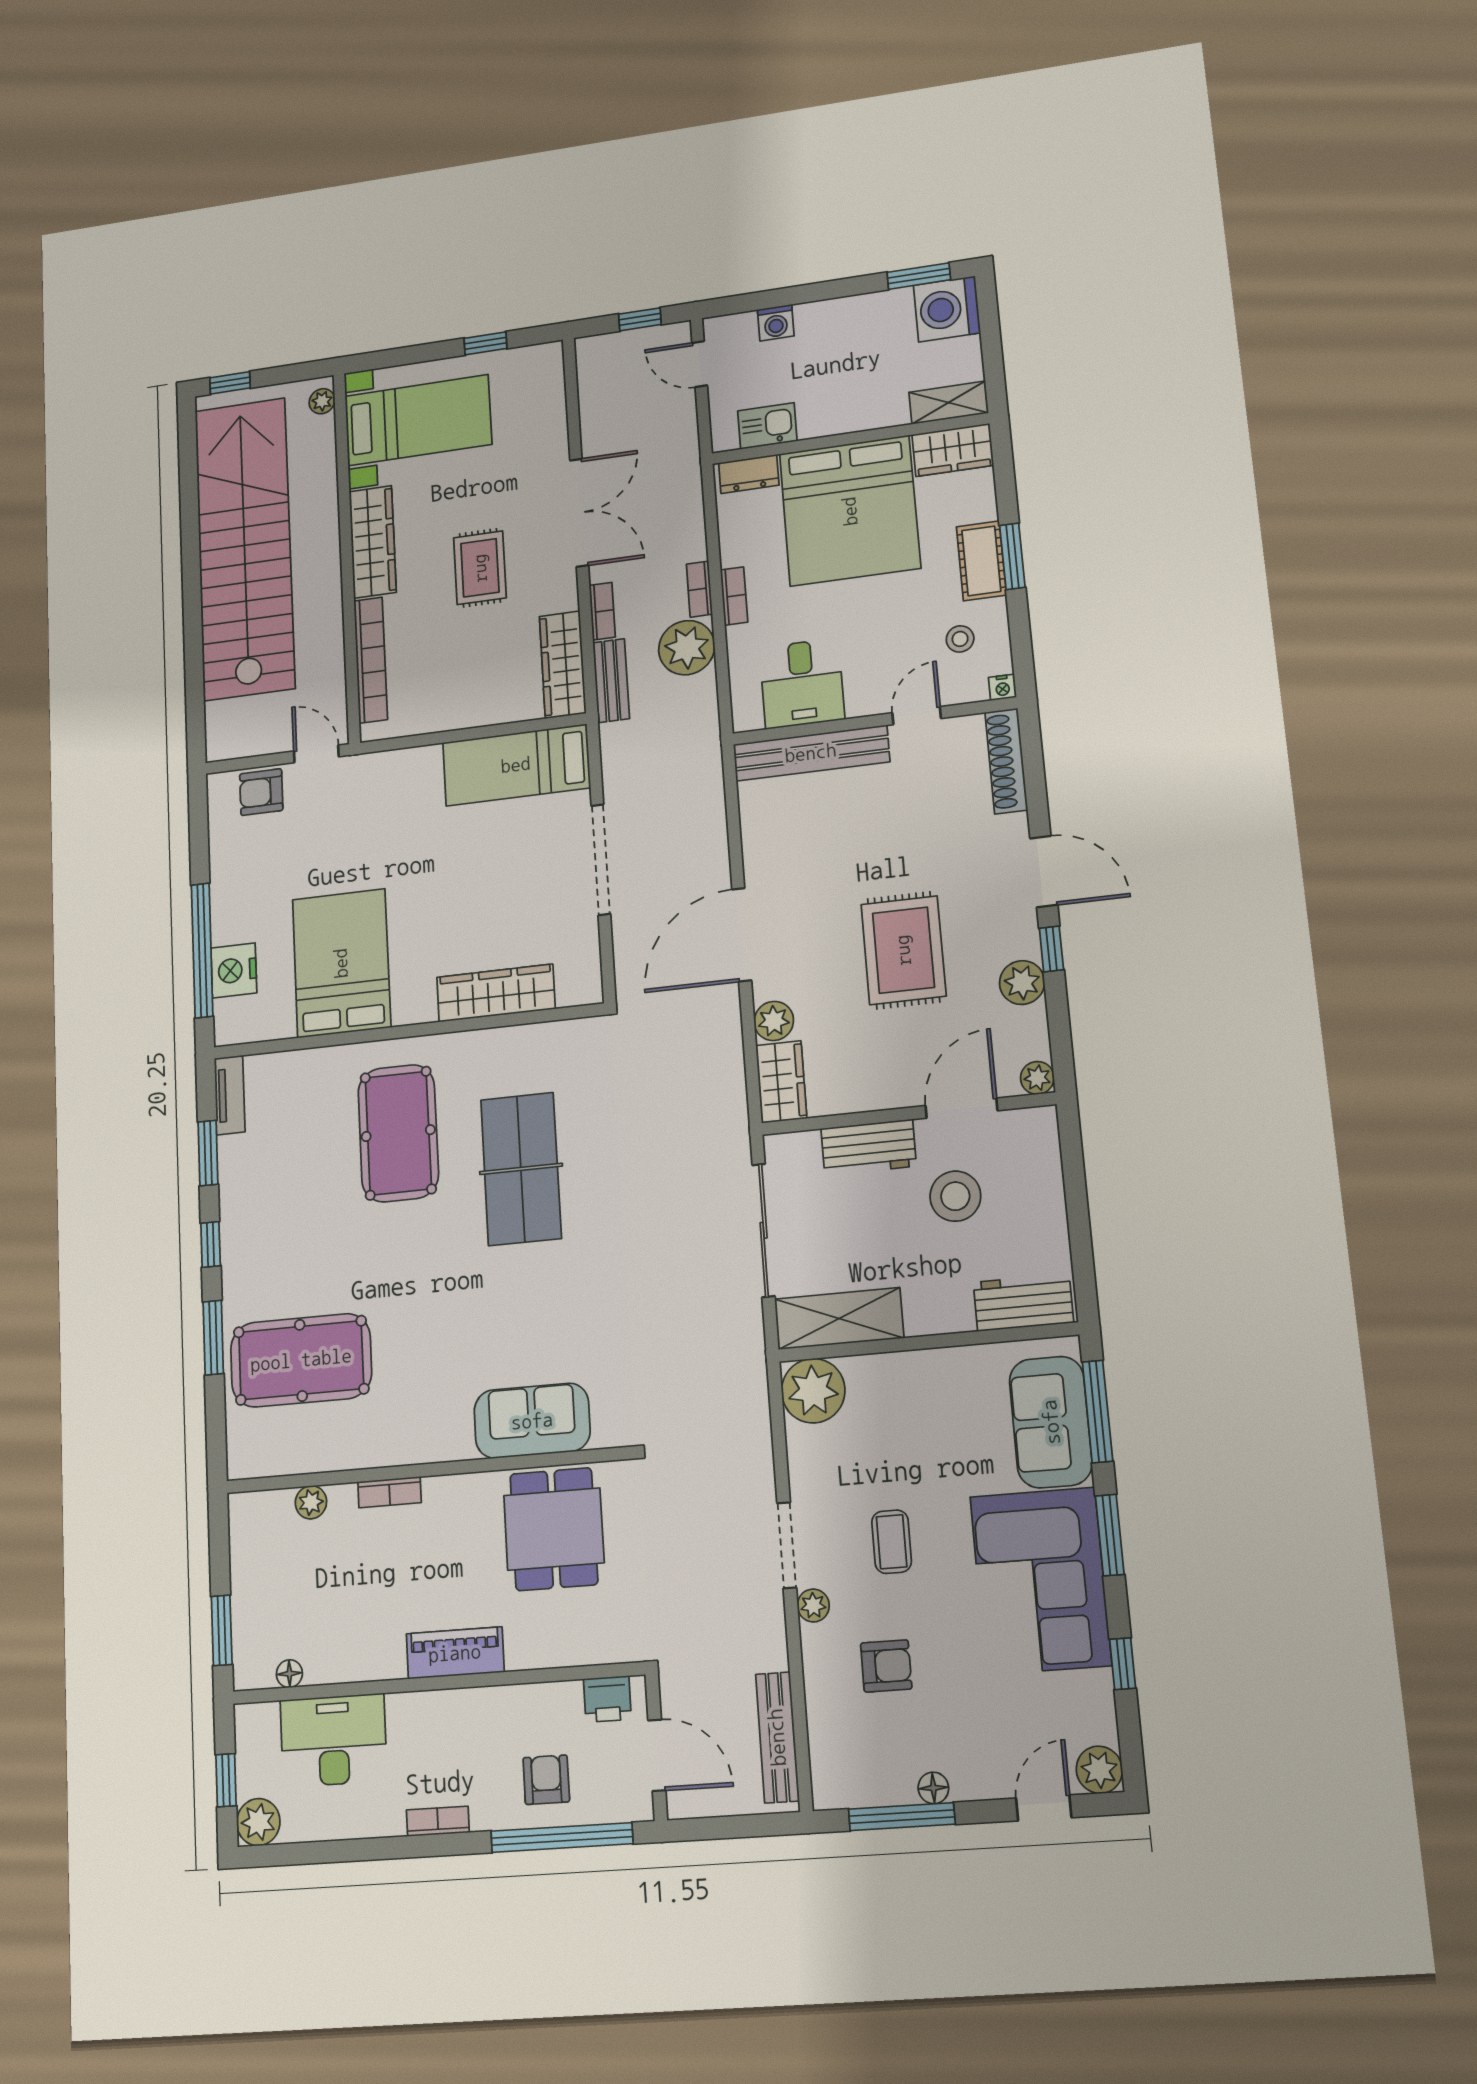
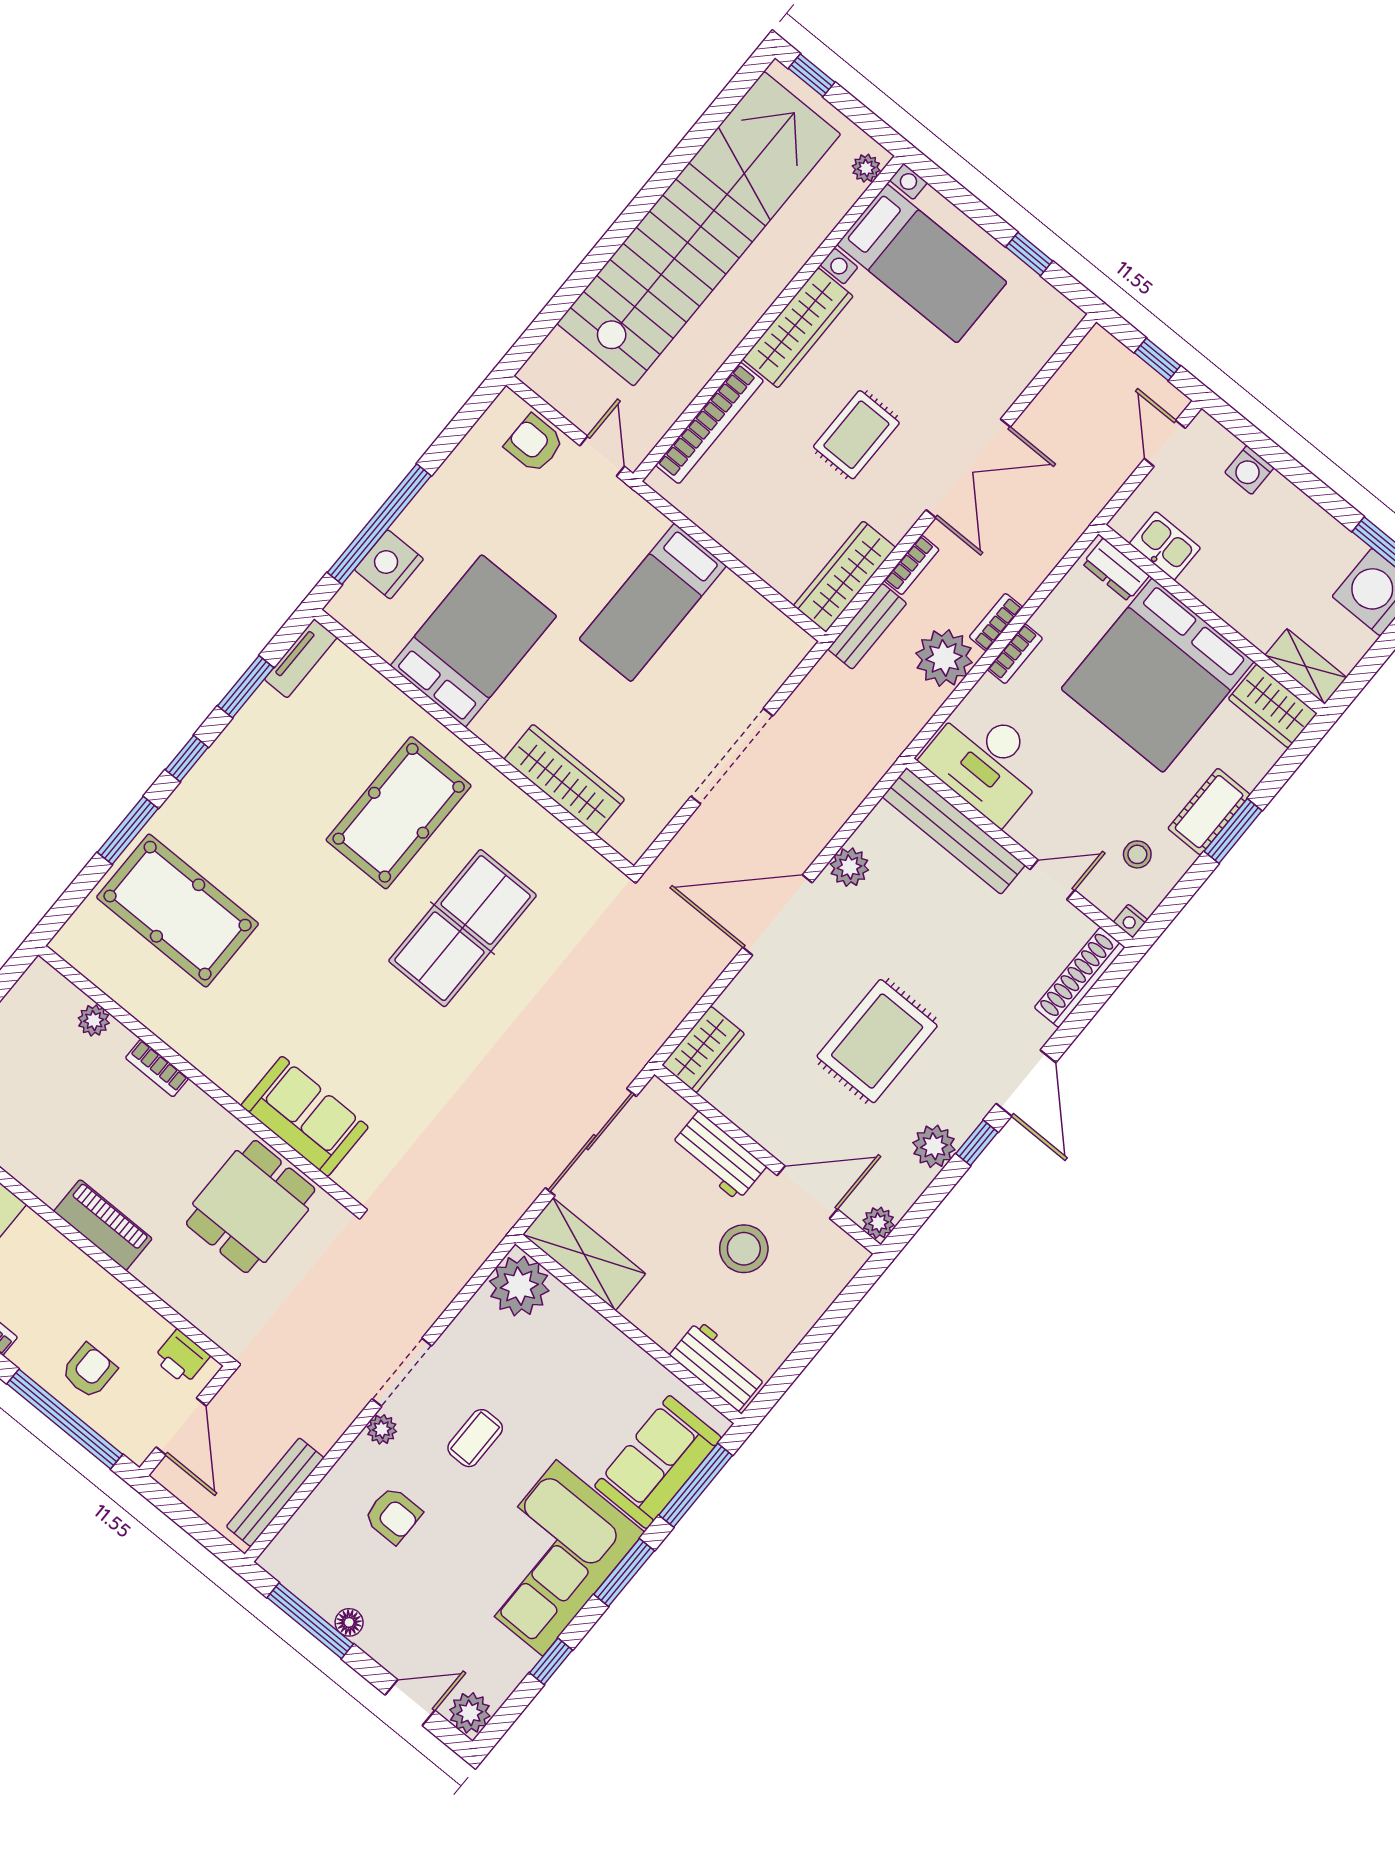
desk: (802, 683) -> (986, 762), width x1.37
bed: (516, 765) -> (653, 602), moved, turned -90
plant: (774, 1021) -> (849, 867), moved

